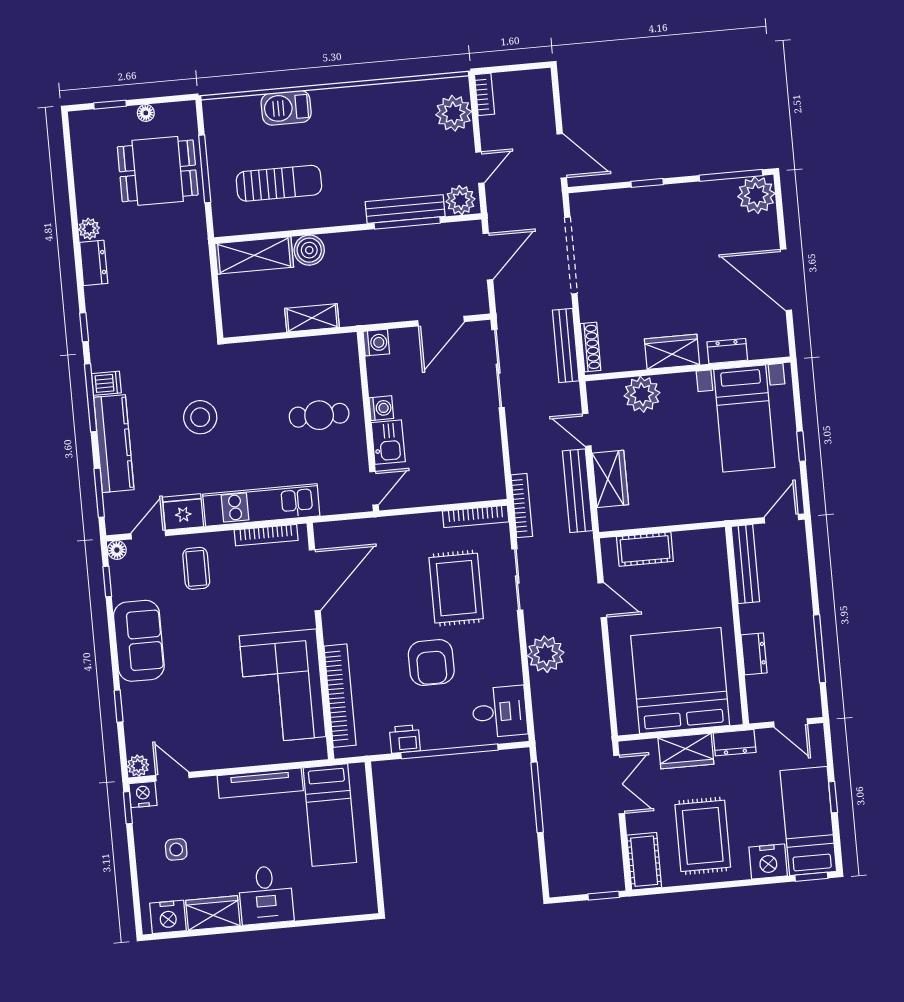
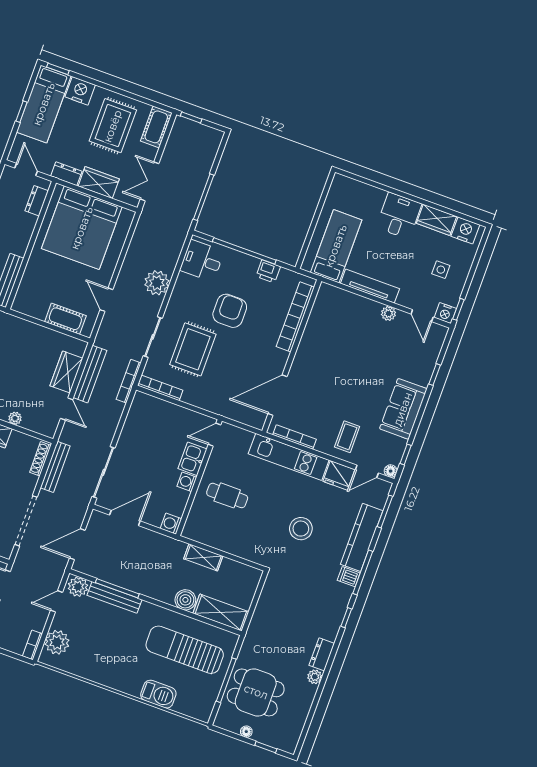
sun lounger: (279, 183) -> (185, 650), width x1.36, depth x1.34
plant: (642, 394) -> (15, 418), width x0.53, depth x0.53
dresser: (754, 654) -> (37, 201), moved
corner sofa: (283, 686) -> (328, 339), removed
plant: (138, 766) -> (388, 313), moved

